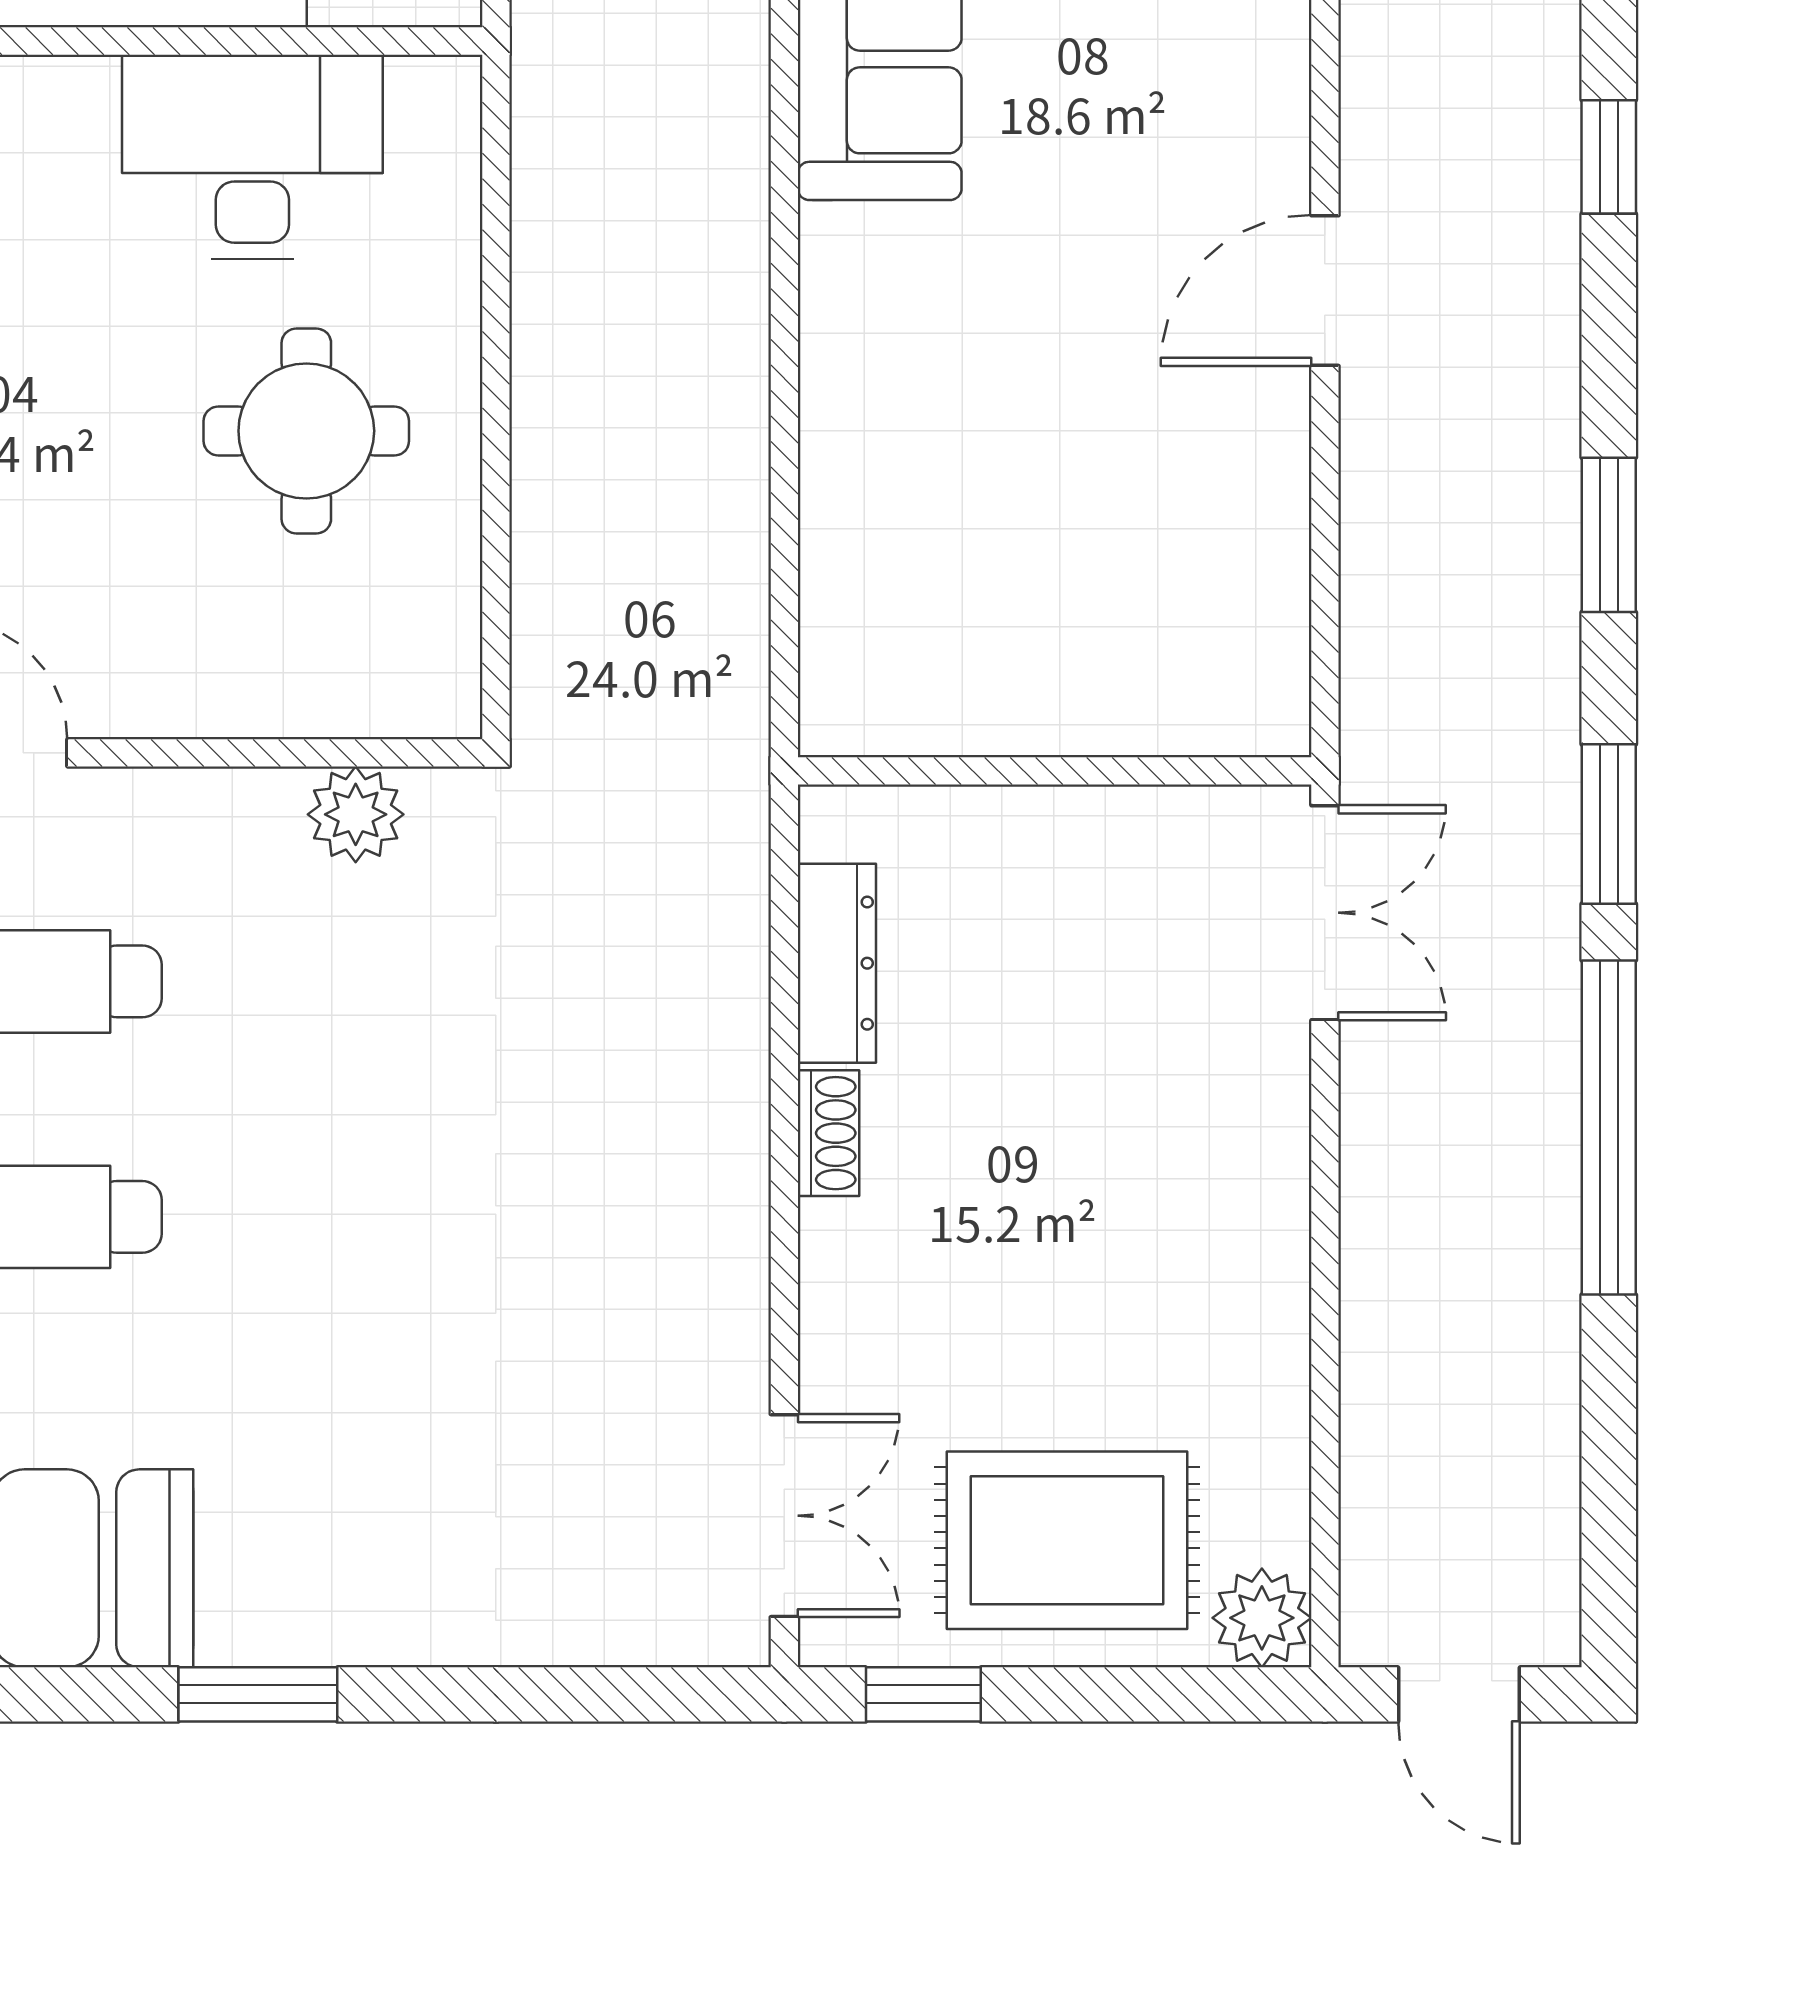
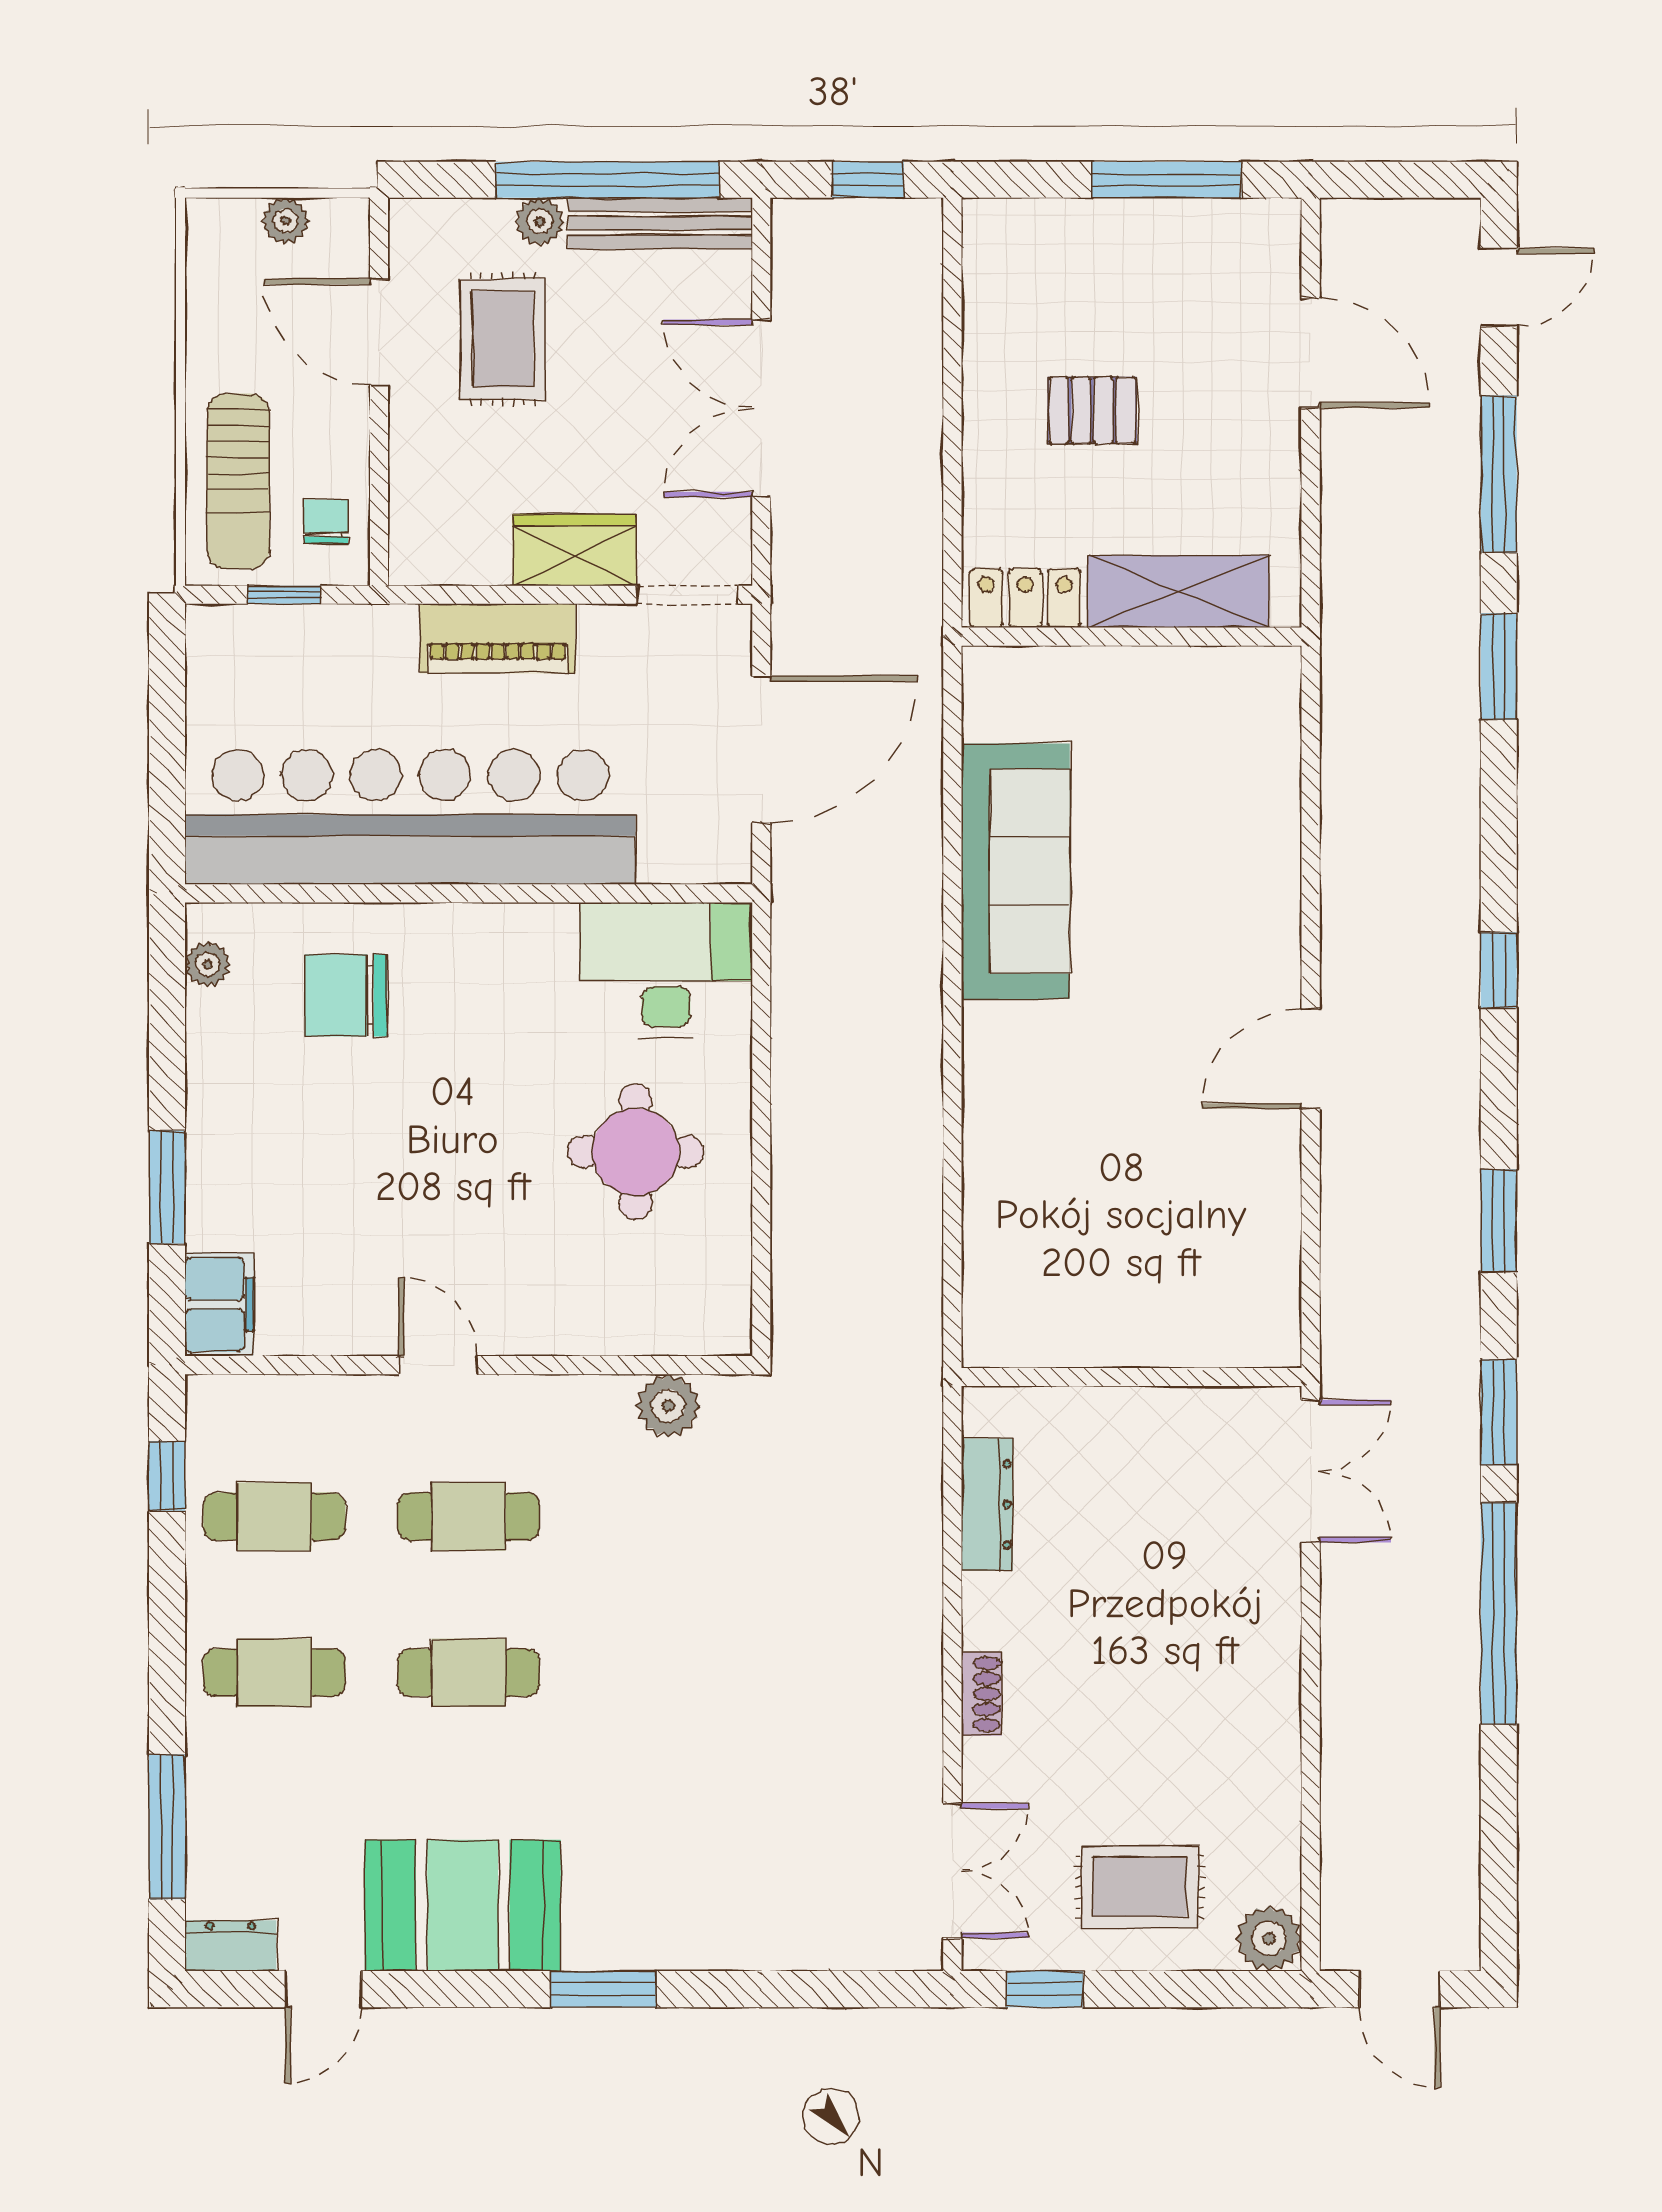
desk: (252, 157) -> (666, 970), moved
shoe rack: (828, 1133) -> (982, 1694), moved
rug: (1067, 1540) -> (1140, 1887), width x0.73, depth x0.70

